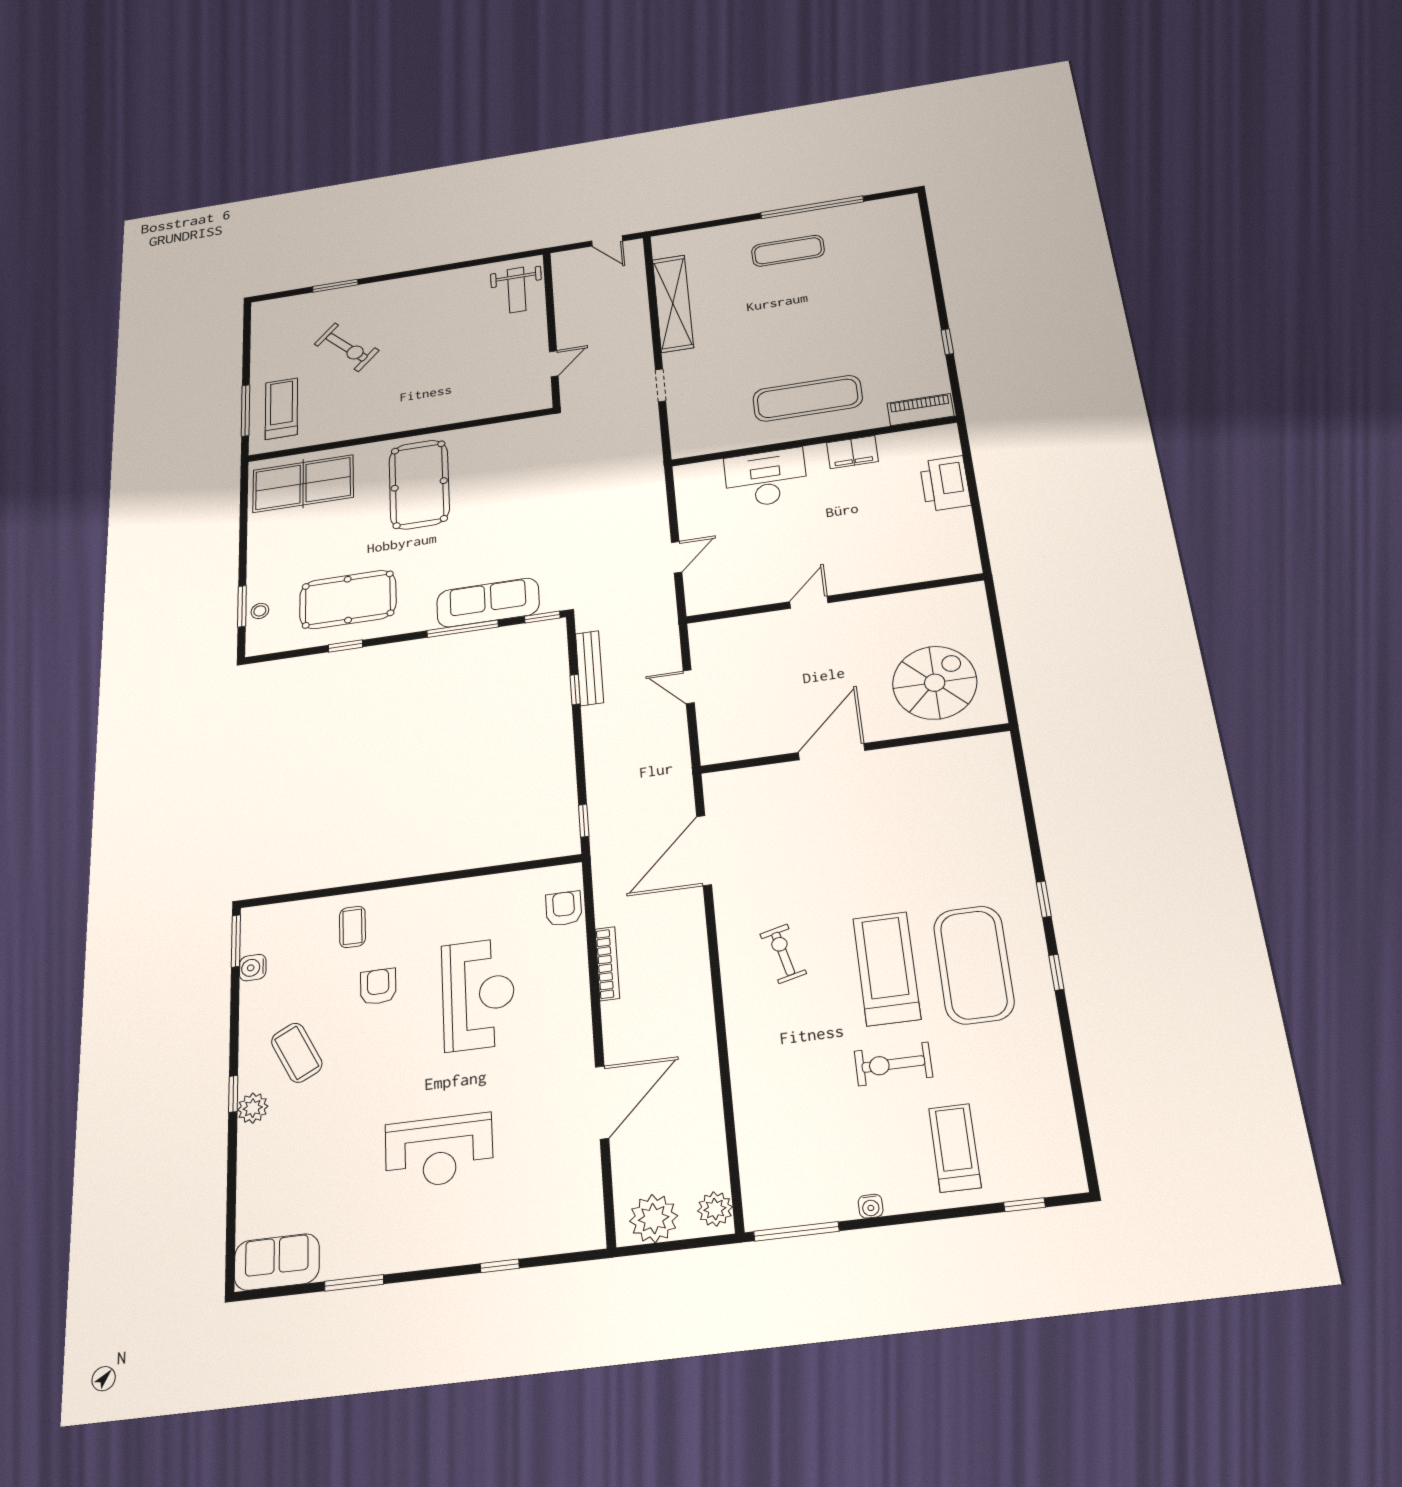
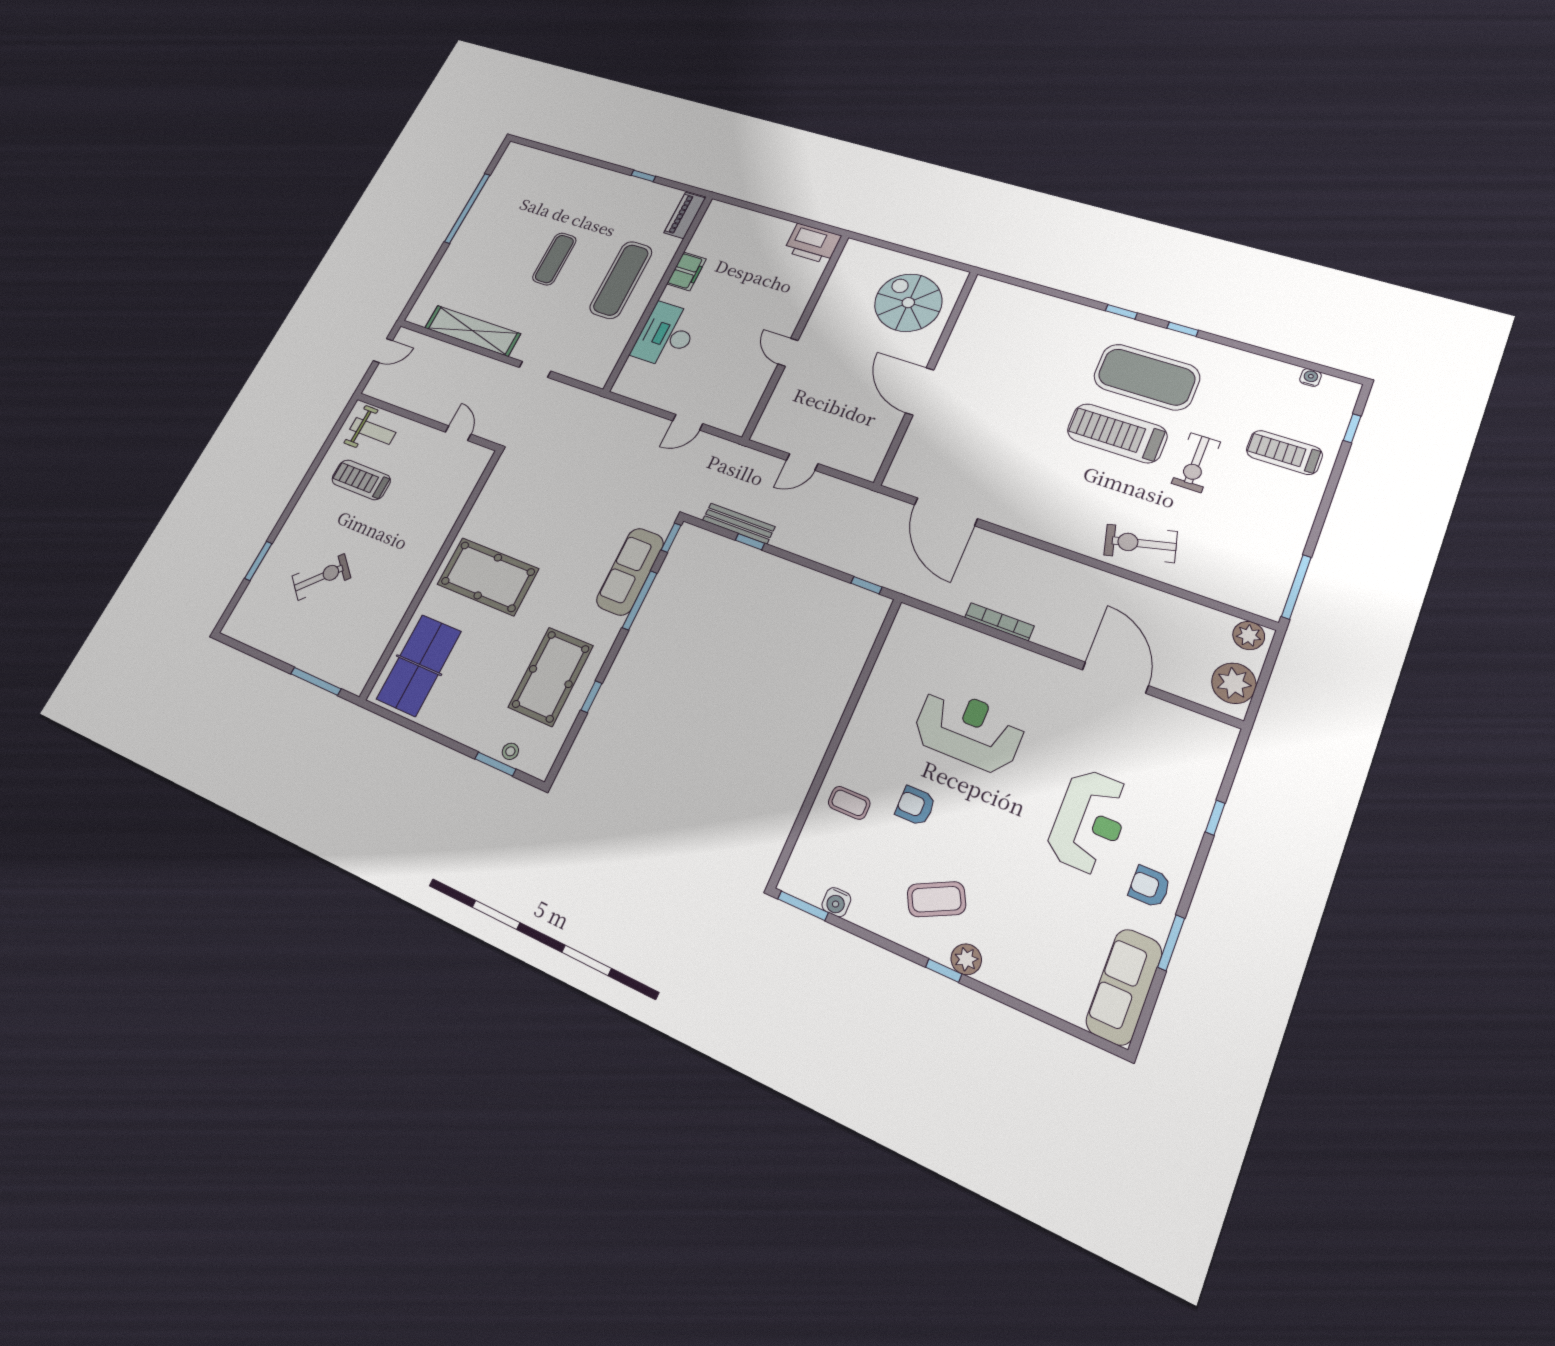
exercise mat: (788, 251) -> (554, 259), moved
treadmill: (281, 409) -> (361, 480), moved
printer: (945, 483) -> (813, 243), moved
door: (677, 557) -> (688, 422), swing flipped
armchair: (564, 909) -> (1149, 887), moved
exercise bike: (783, 954) -> (1141, 543), moved, width x1.38, depth x1.39
water cooler: (871, 1206) -> (1310, 378), moved, turned -90
sofa: (277, 1262) -> (1124, 987), width x1.36

